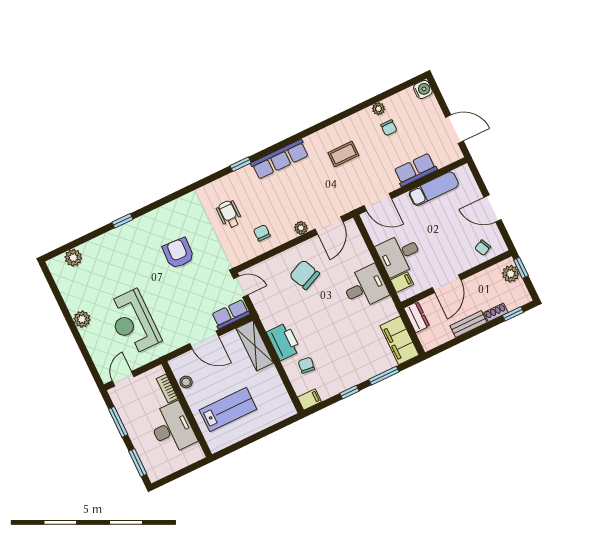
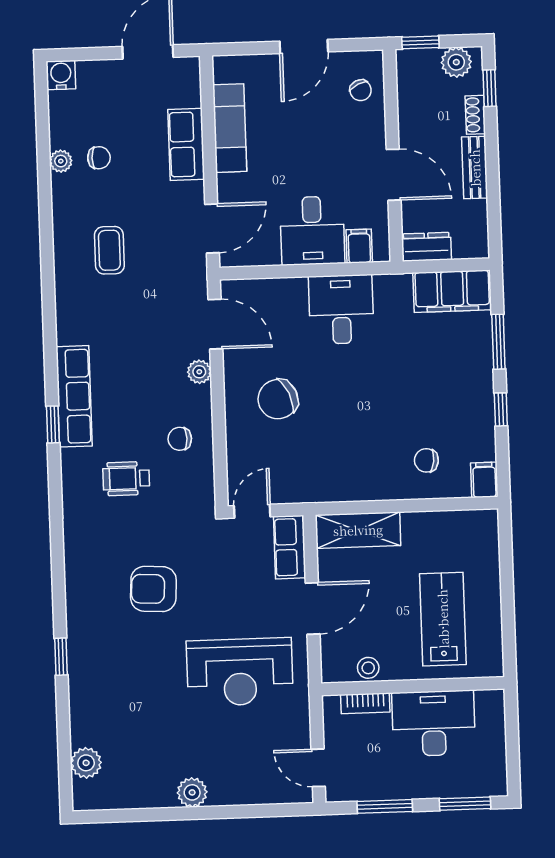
row of seats: (280, 159) -> (74, 396), moved
plant: (511, 274) -> (456, 62), moved
reception desk: (133, 322) -> (240, 672), moved
printer: (284, 342) -> (372, 481), removed

